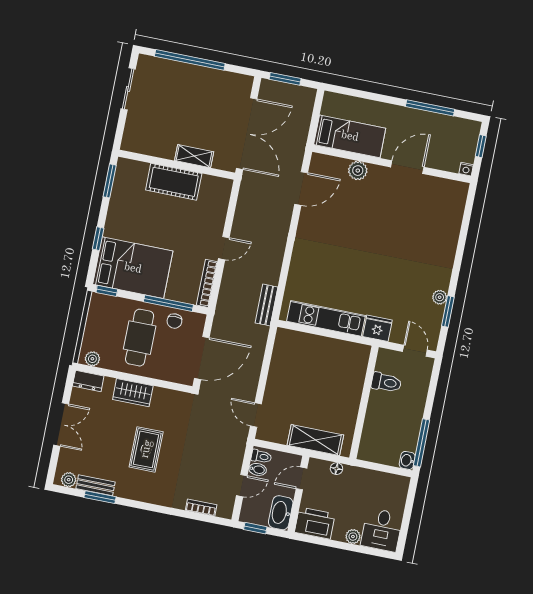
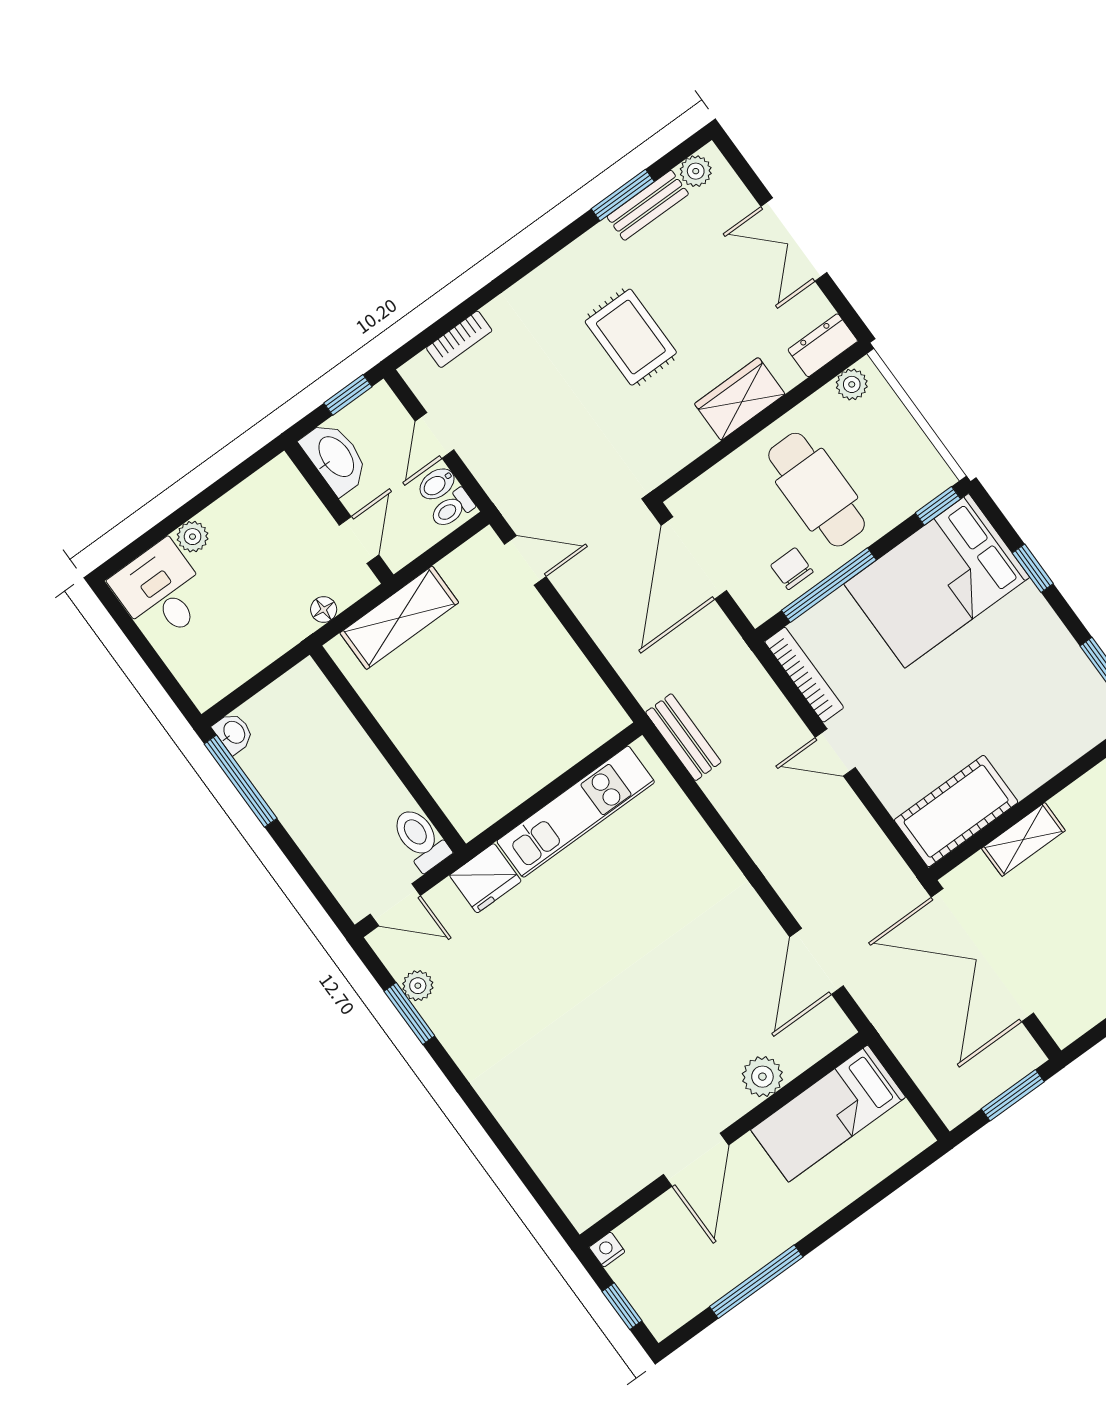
cot: (174, 182) -> (956, 811), moved
door: (224, 248) -> (835, 752), hinge flipped
plant: (440, 297) -> (418, 986), moved
toilet: (386, 382) -> (420, 839), moved, turned 90
printer: (315, 523) -> (269, 496), removed

